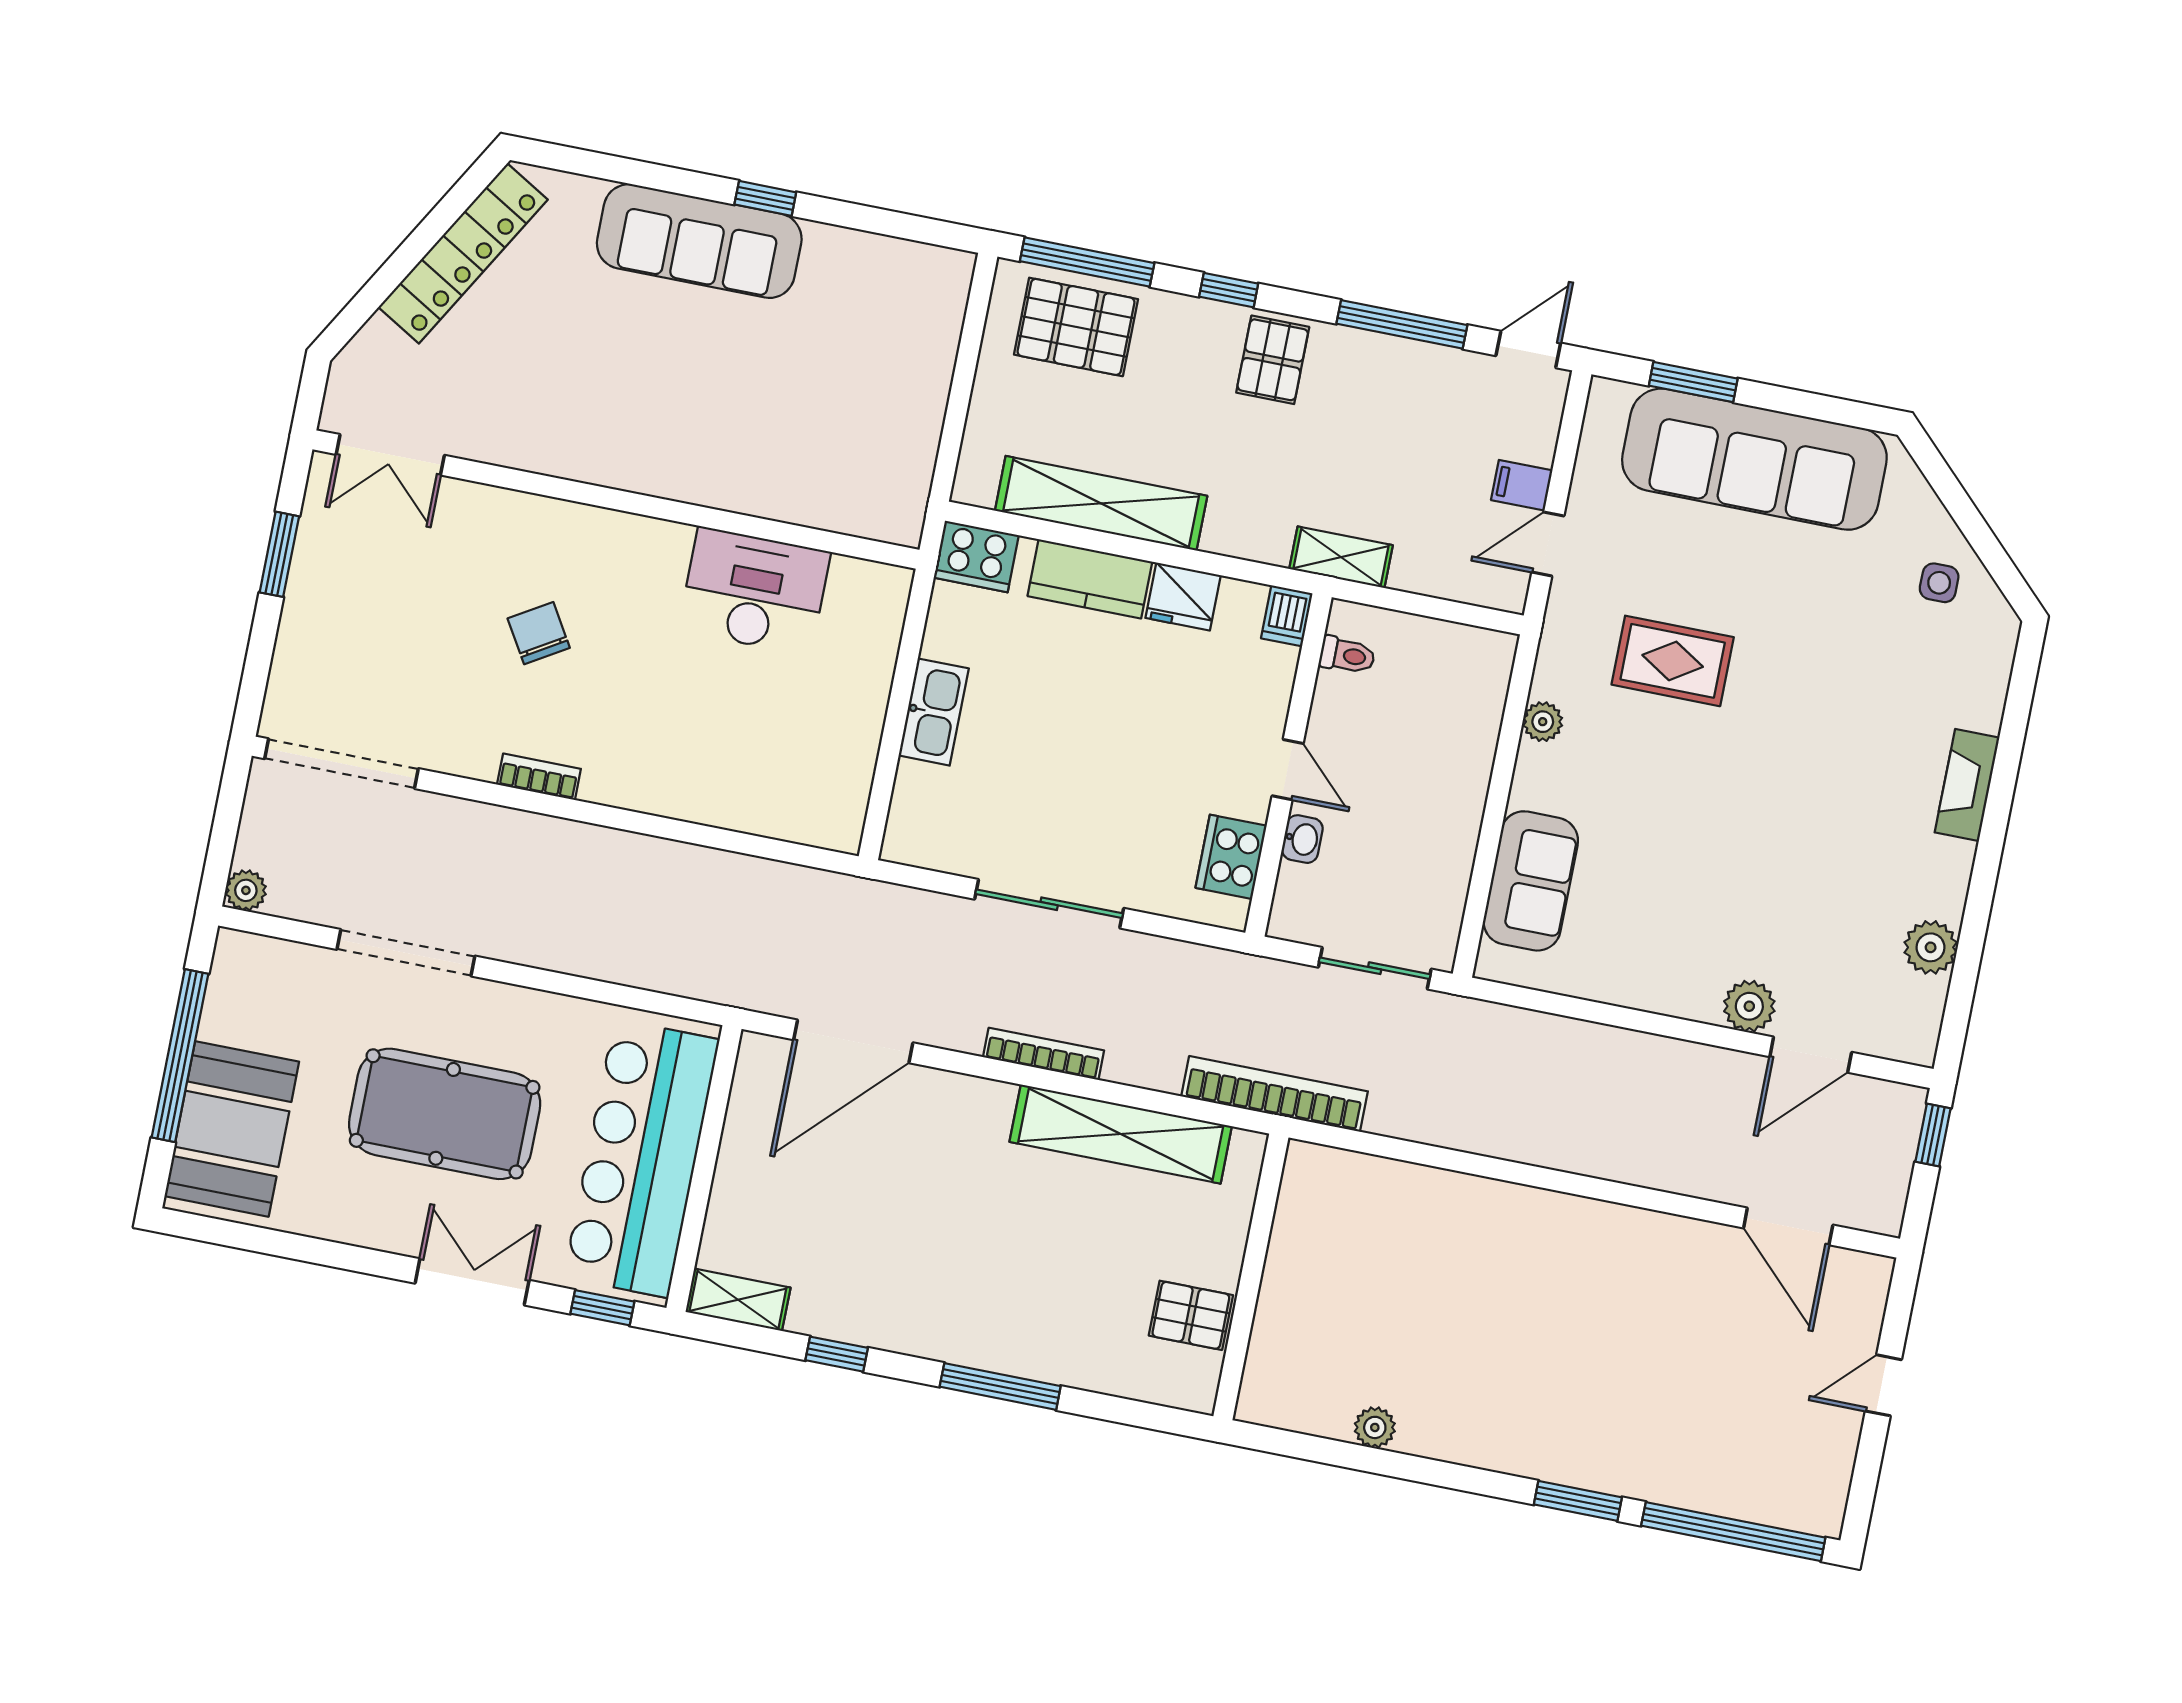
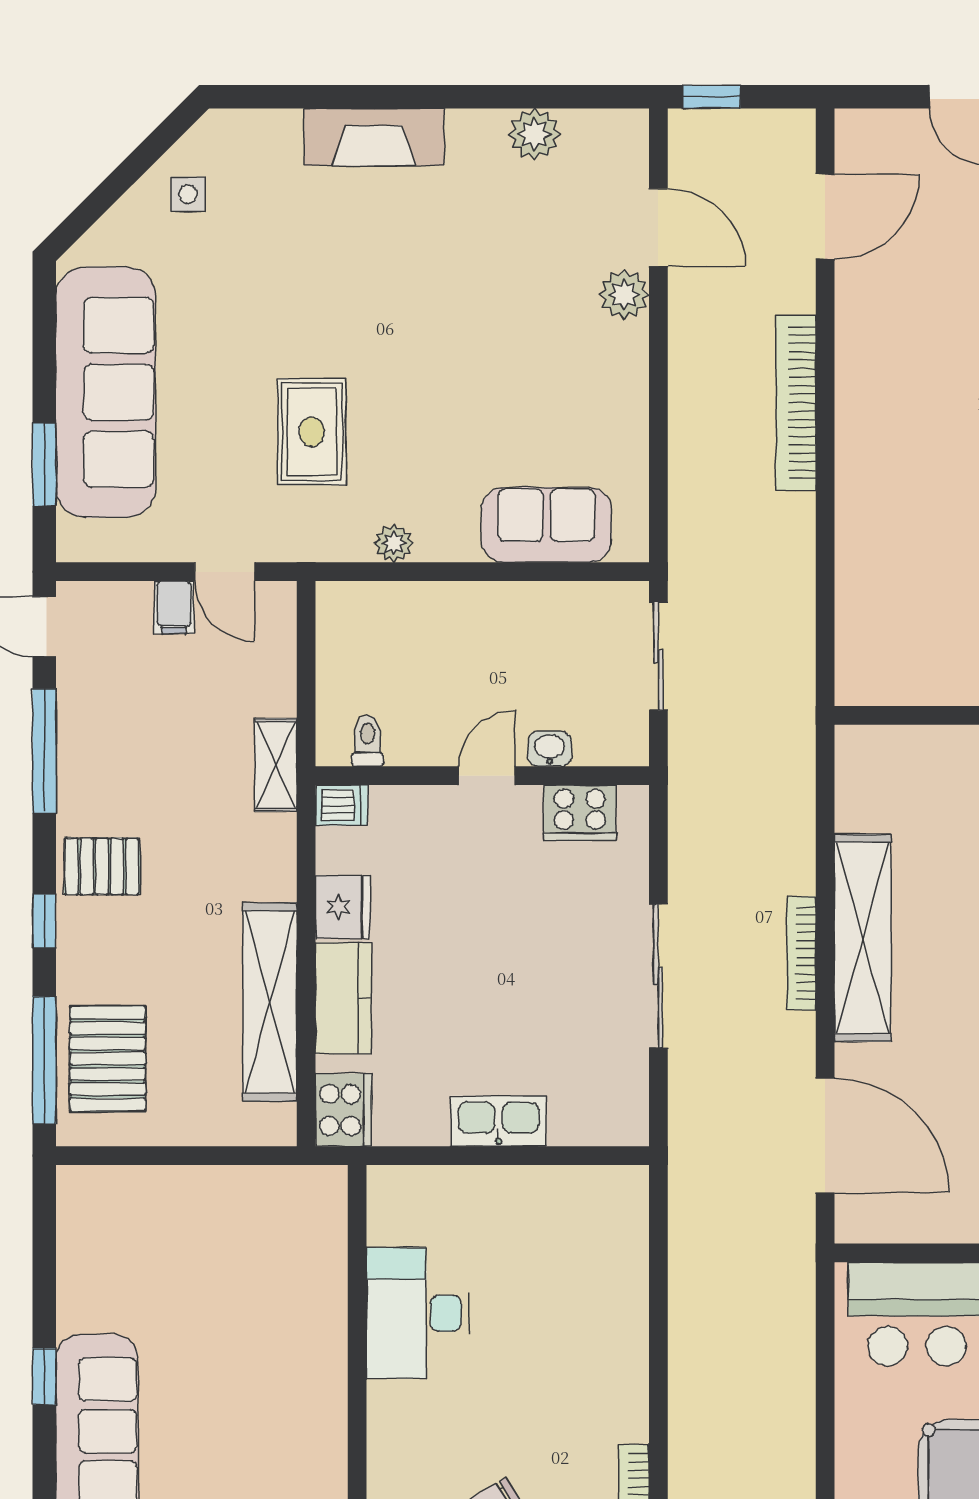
fireplace: (1967, 785) -> (374, 137), width x1.37, depth x1.32
bookcase: (1275, 1094) -> (796, 403), moved
shelving: (1121, 1134) -> (863, 938), moved

